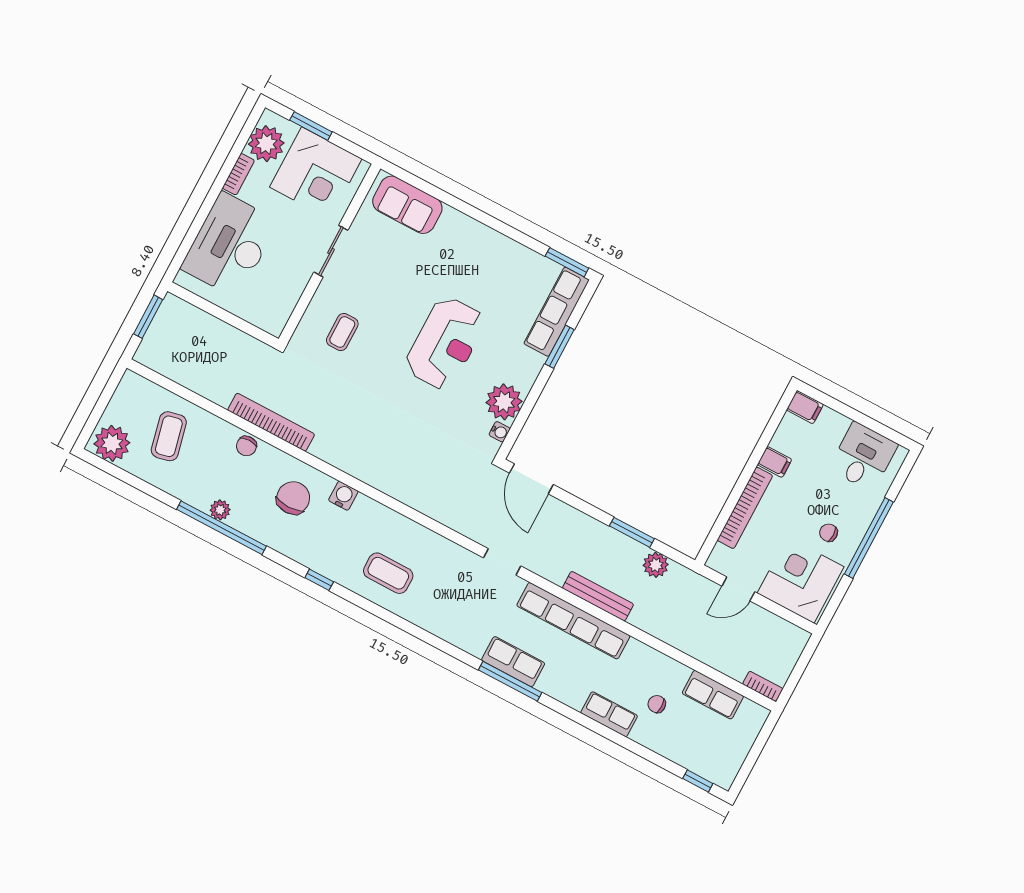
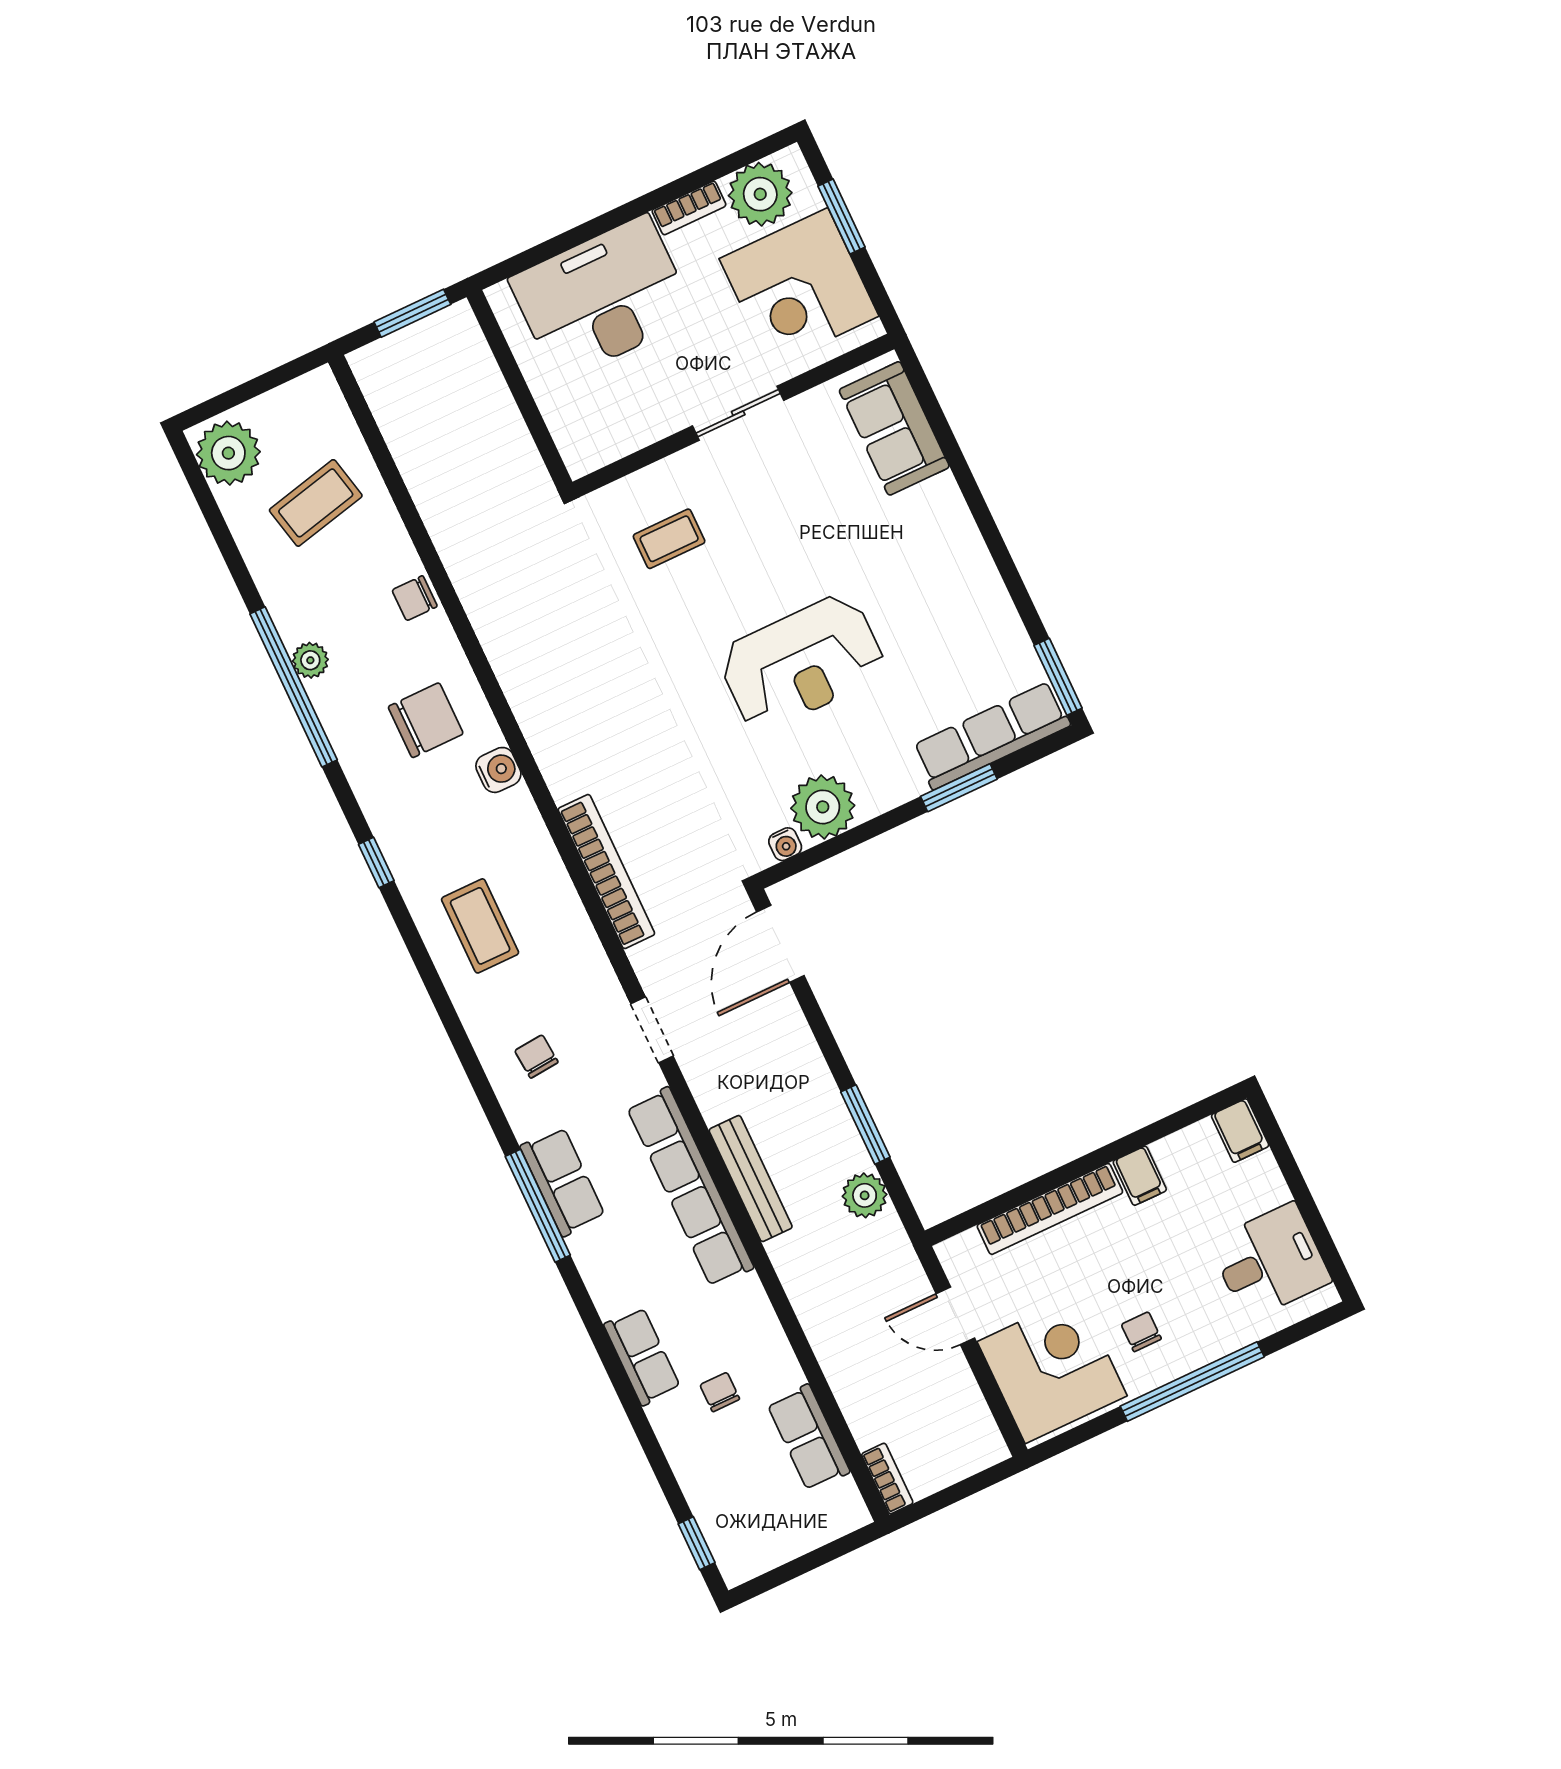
bookcase: (271, 422) -> (606, 872), moved
chair: (459, 614) -> (536, 1057), added

